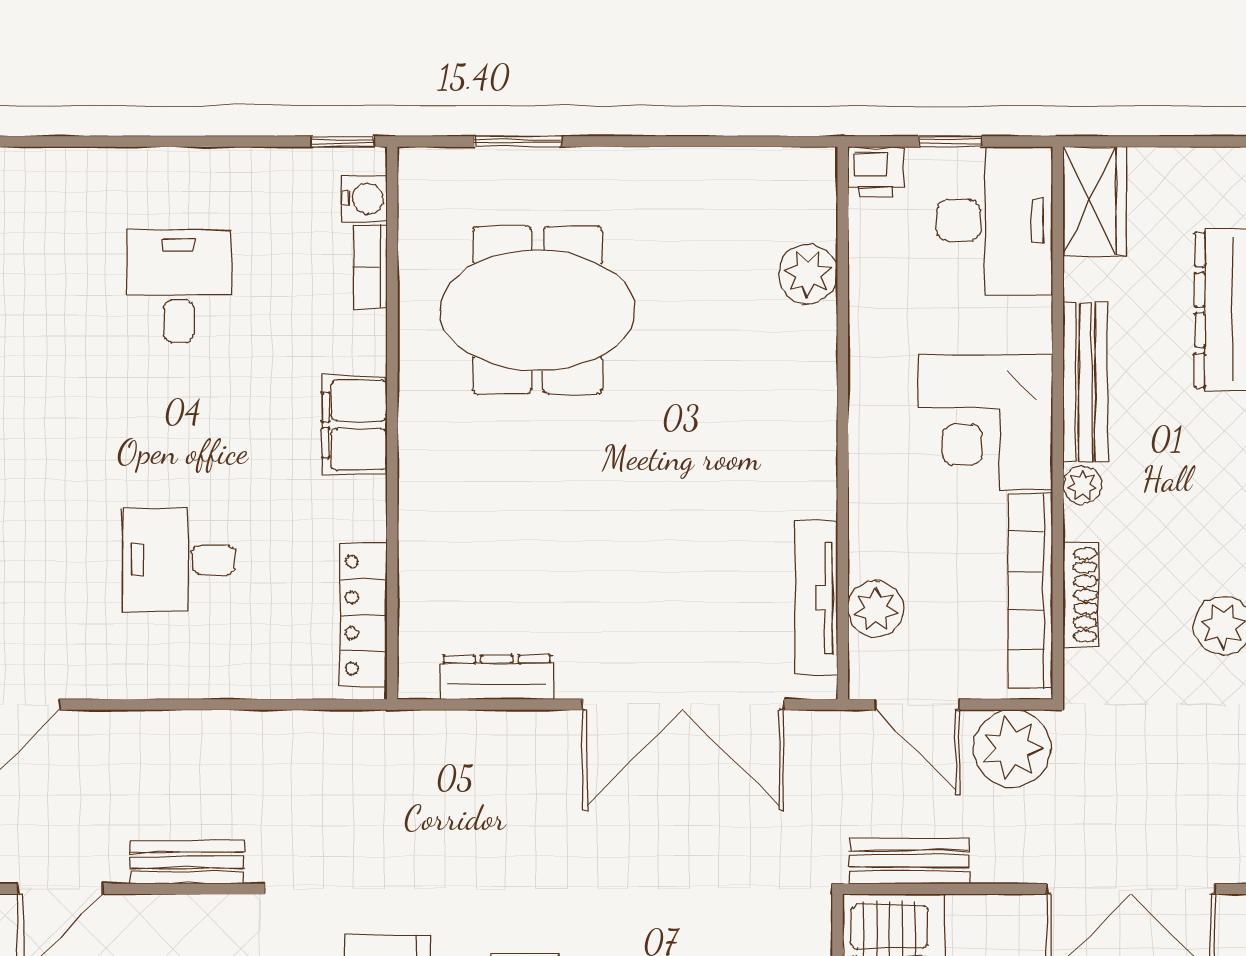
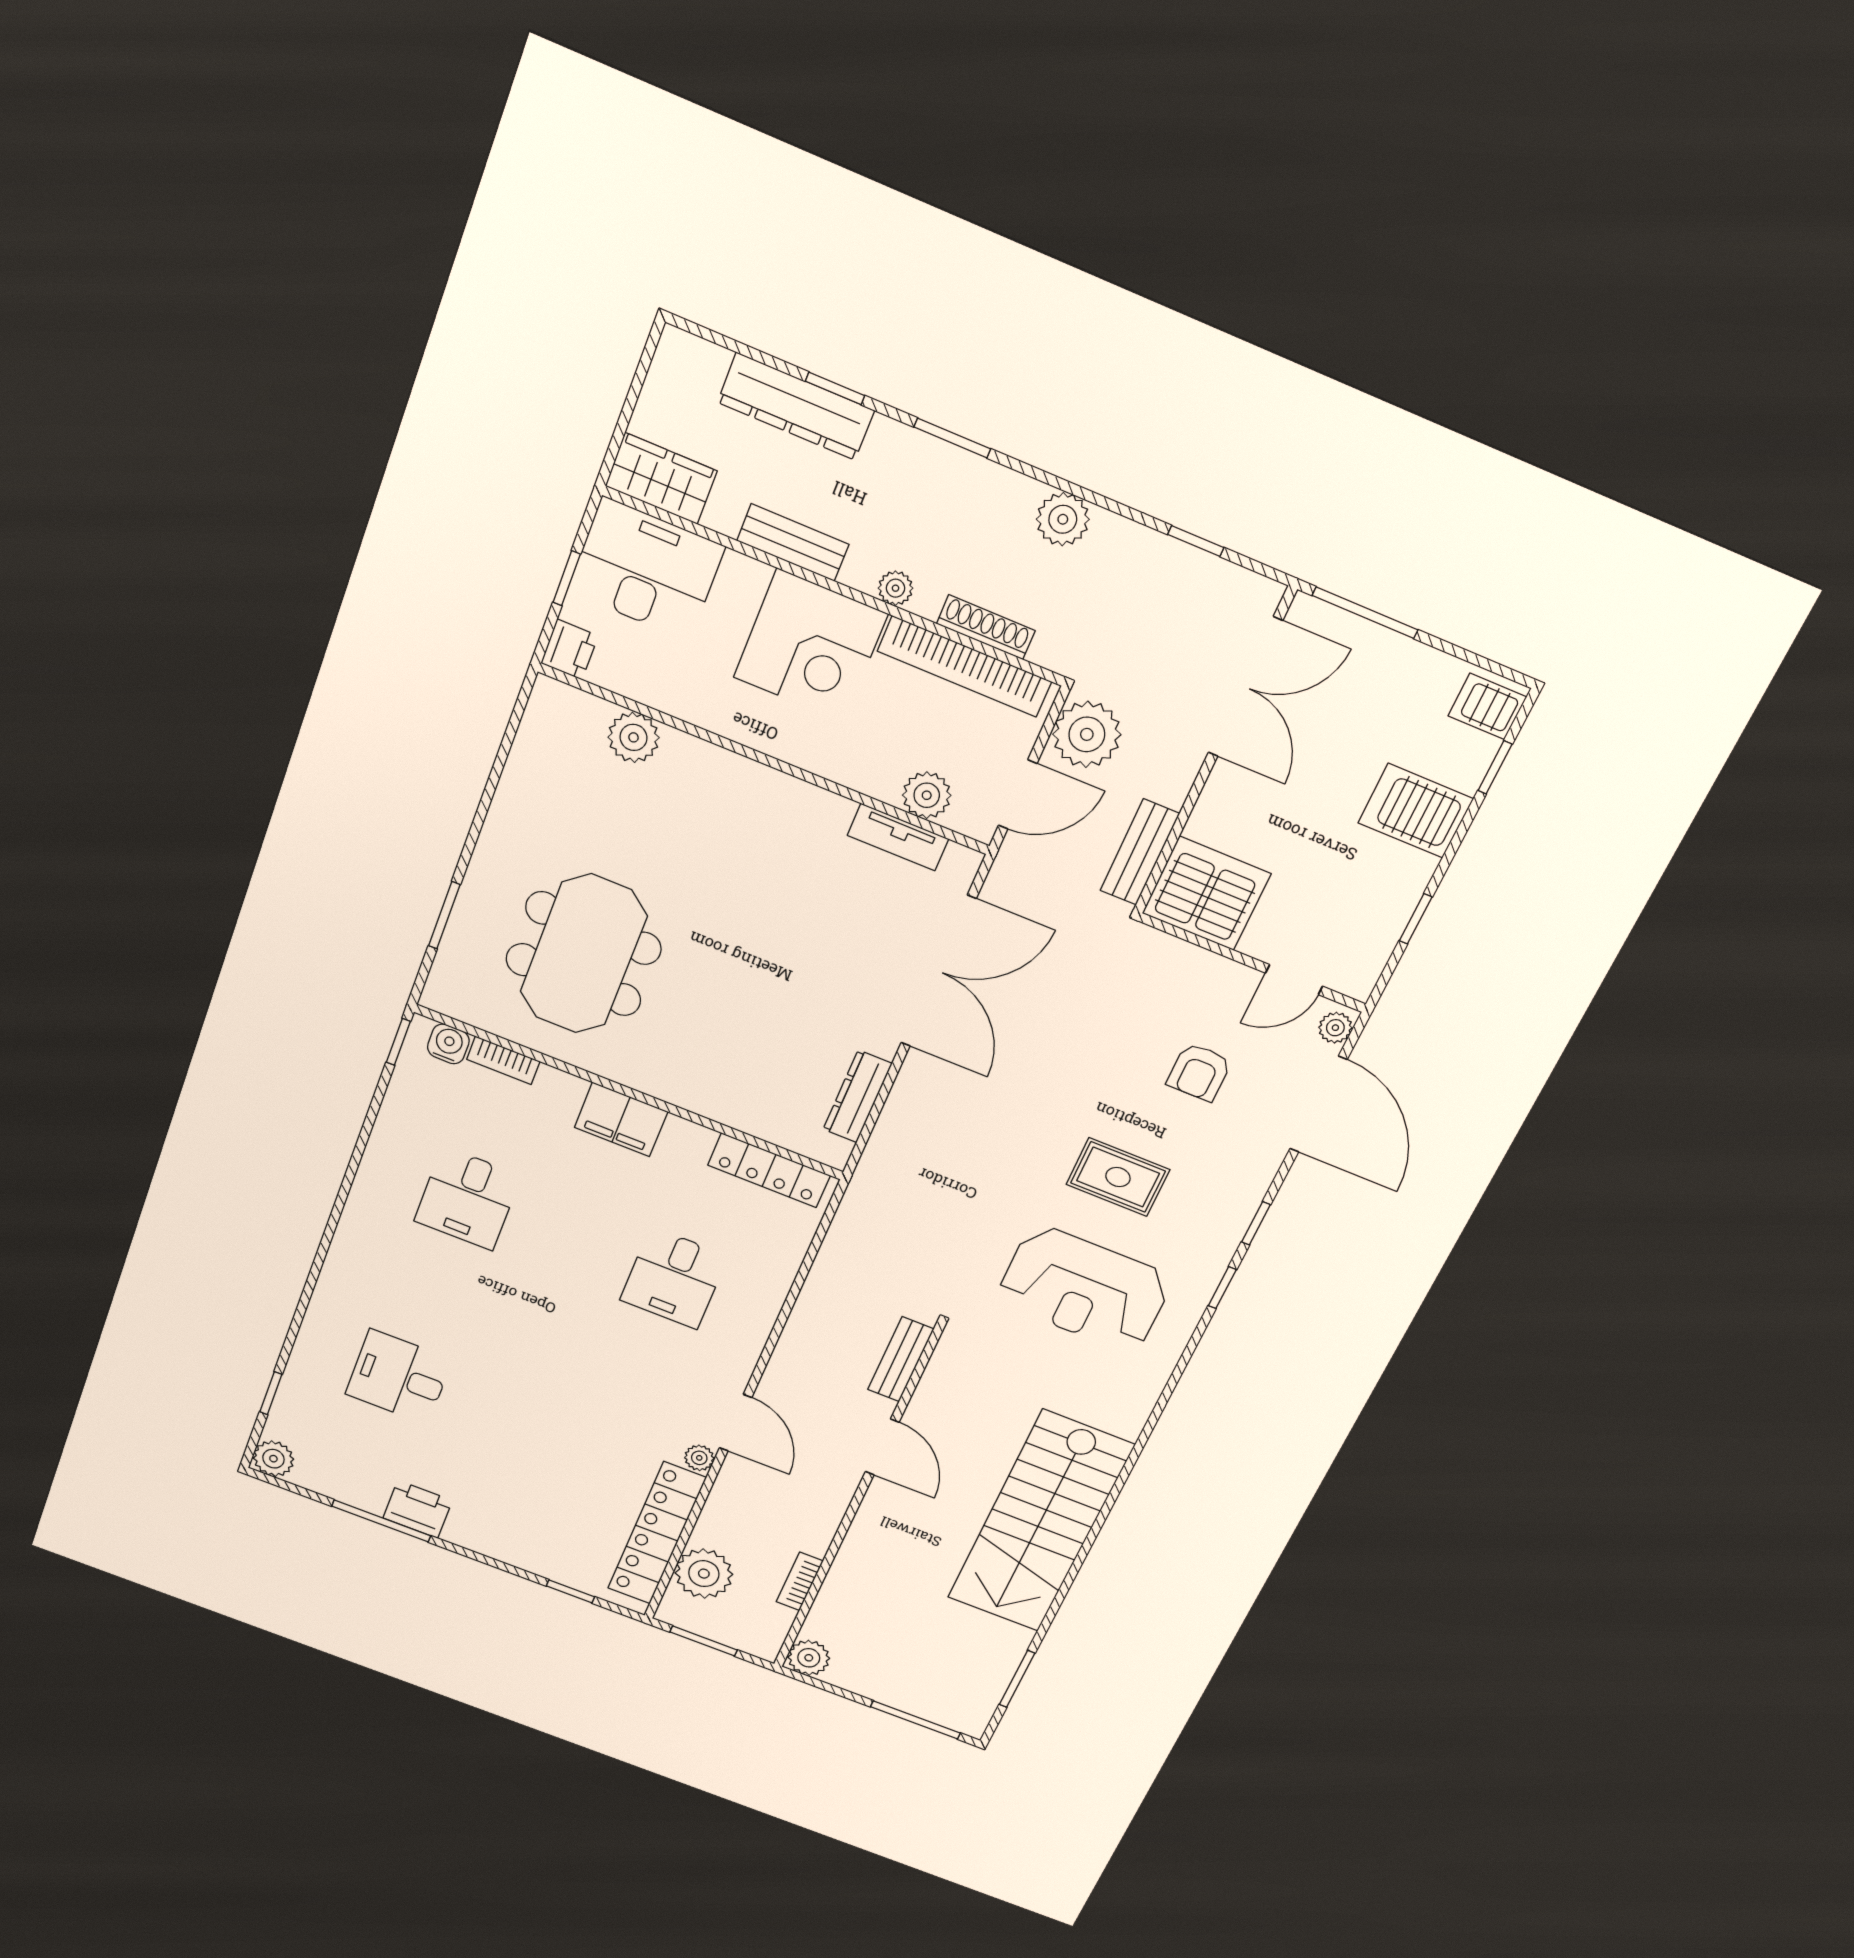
desk: (179, 286) -> (468, 1198), turned -90
bench: (1085, 382) -> (793, 543), width x0.73
tv unit: (817, 598) -> (898, 837), width x0.71

